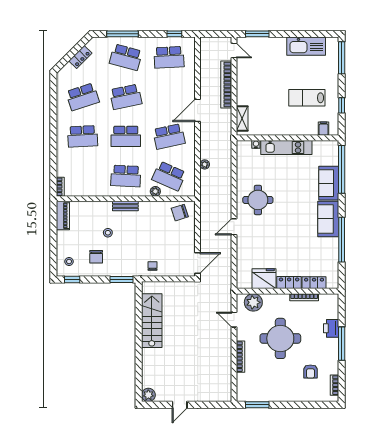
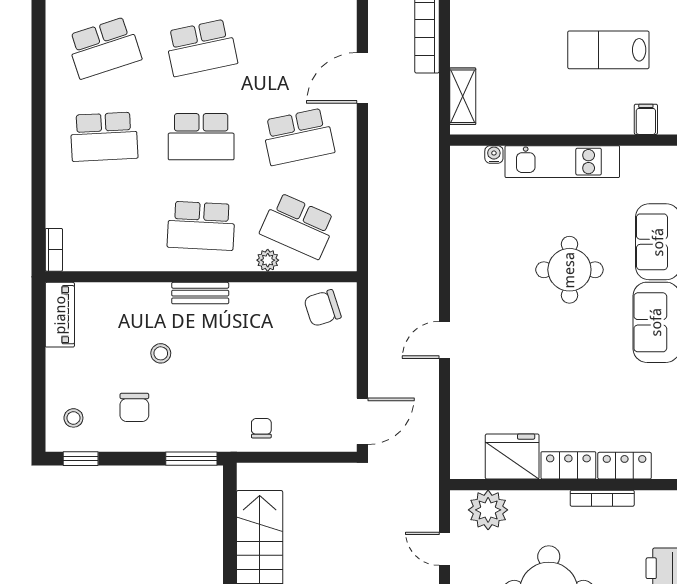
plant: (205, 164) -> (379, 200), removed
round table: (258, 200) -> (569, 270), moved

